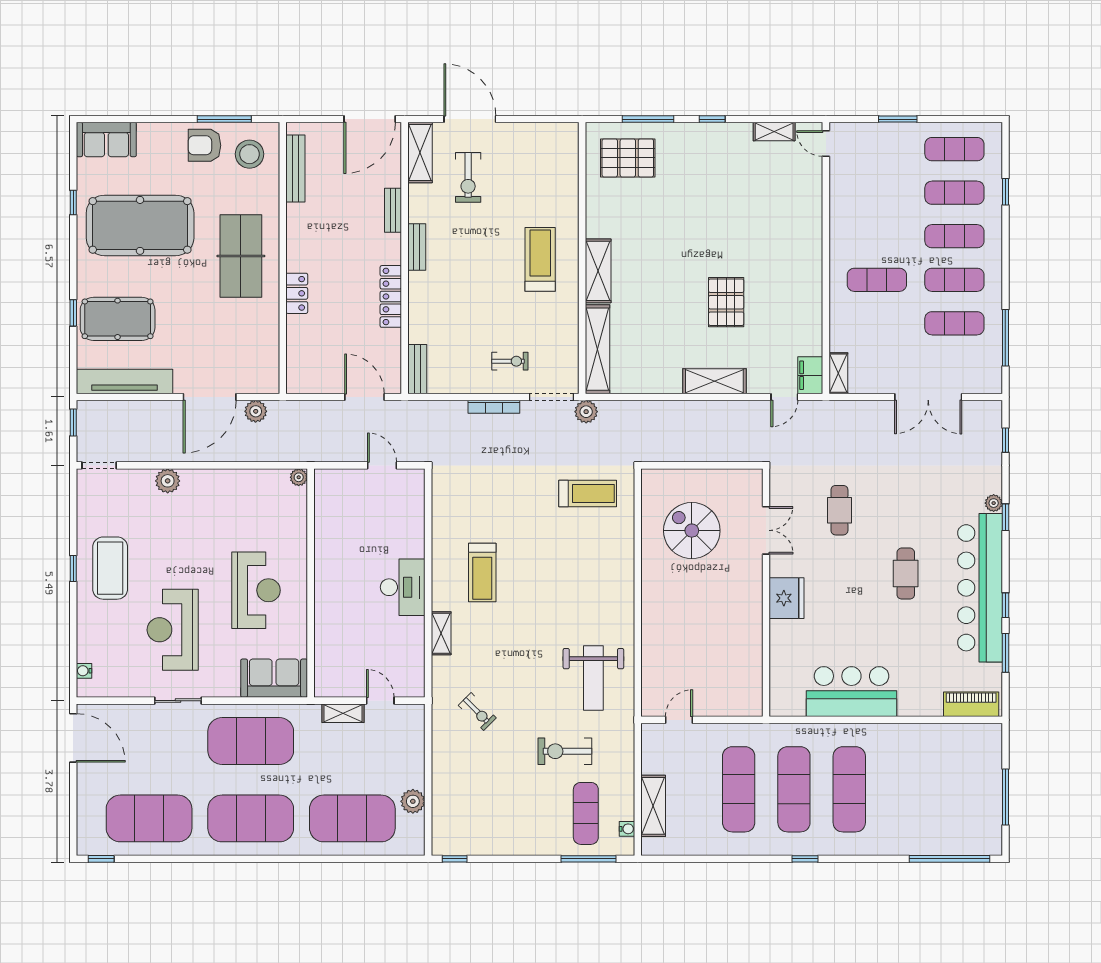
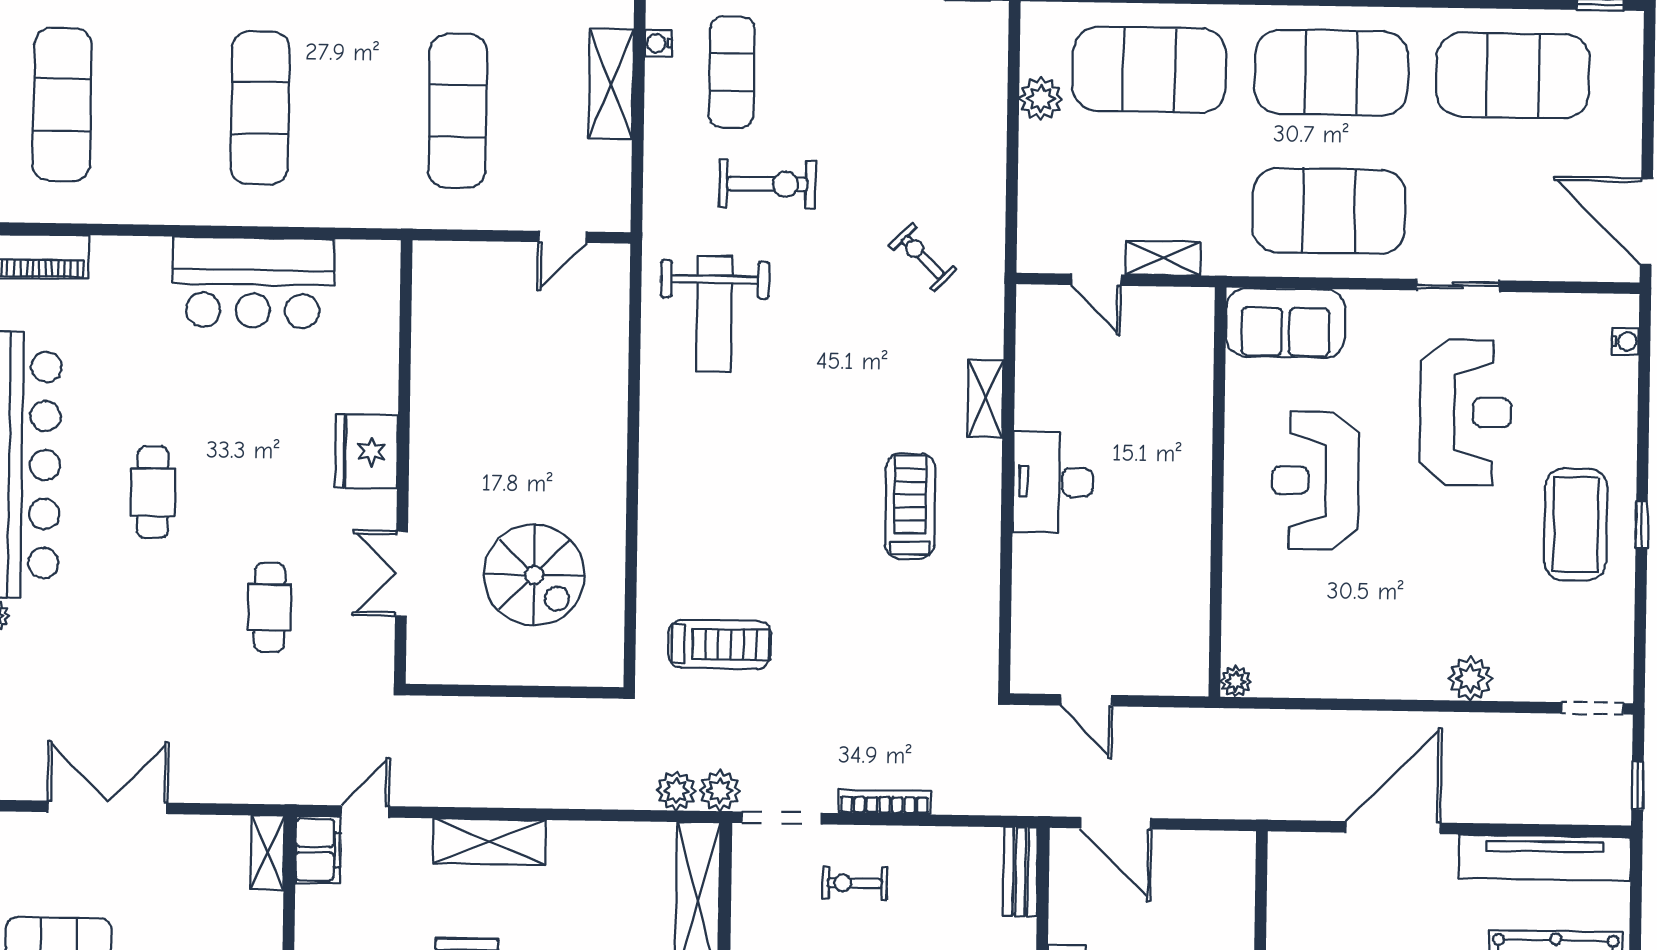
plant: (256, 411) -> (676, 791), moved
treadmill: (588, 494) -> (719, 644), turned 180
weight bench: (593, 678) -> (714, 314), turned 180
exercise mat: (794, 789) -> (62, 105), moved

